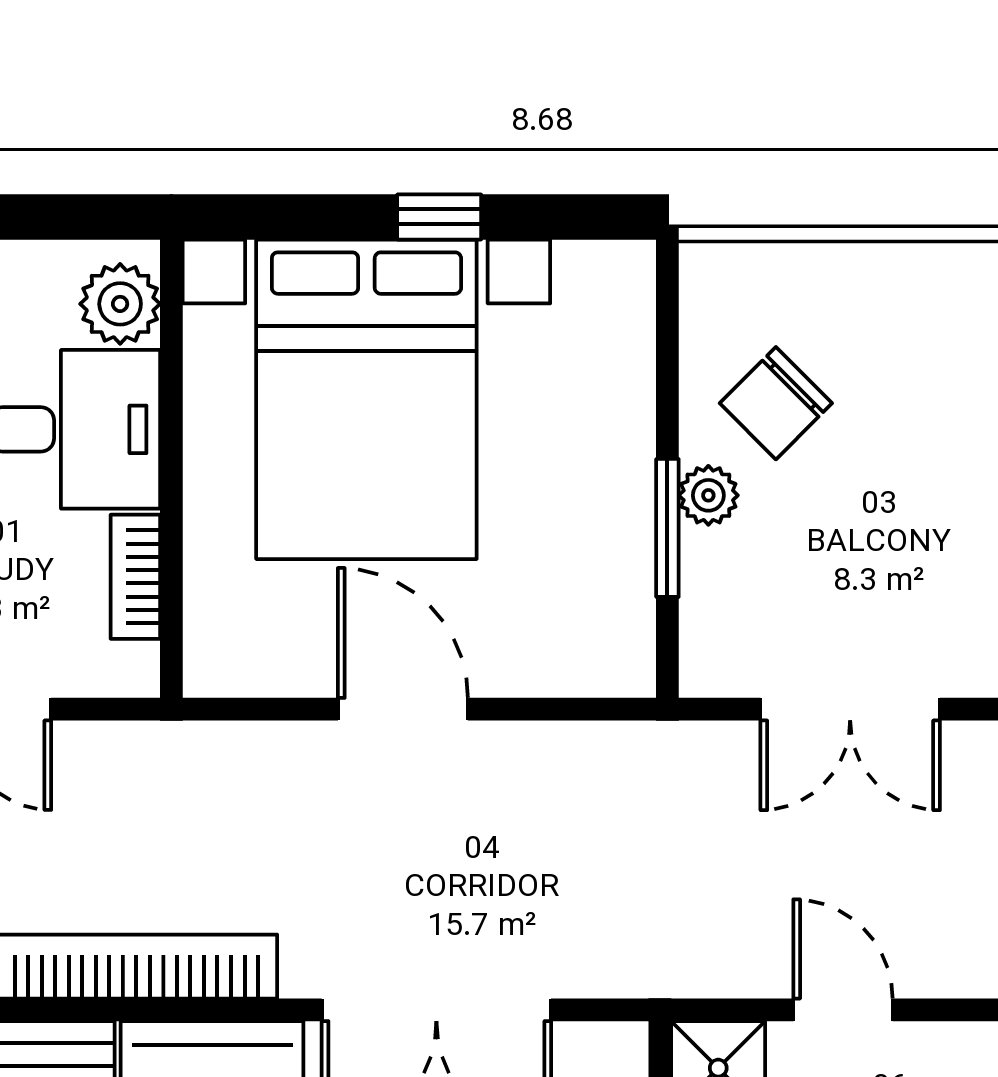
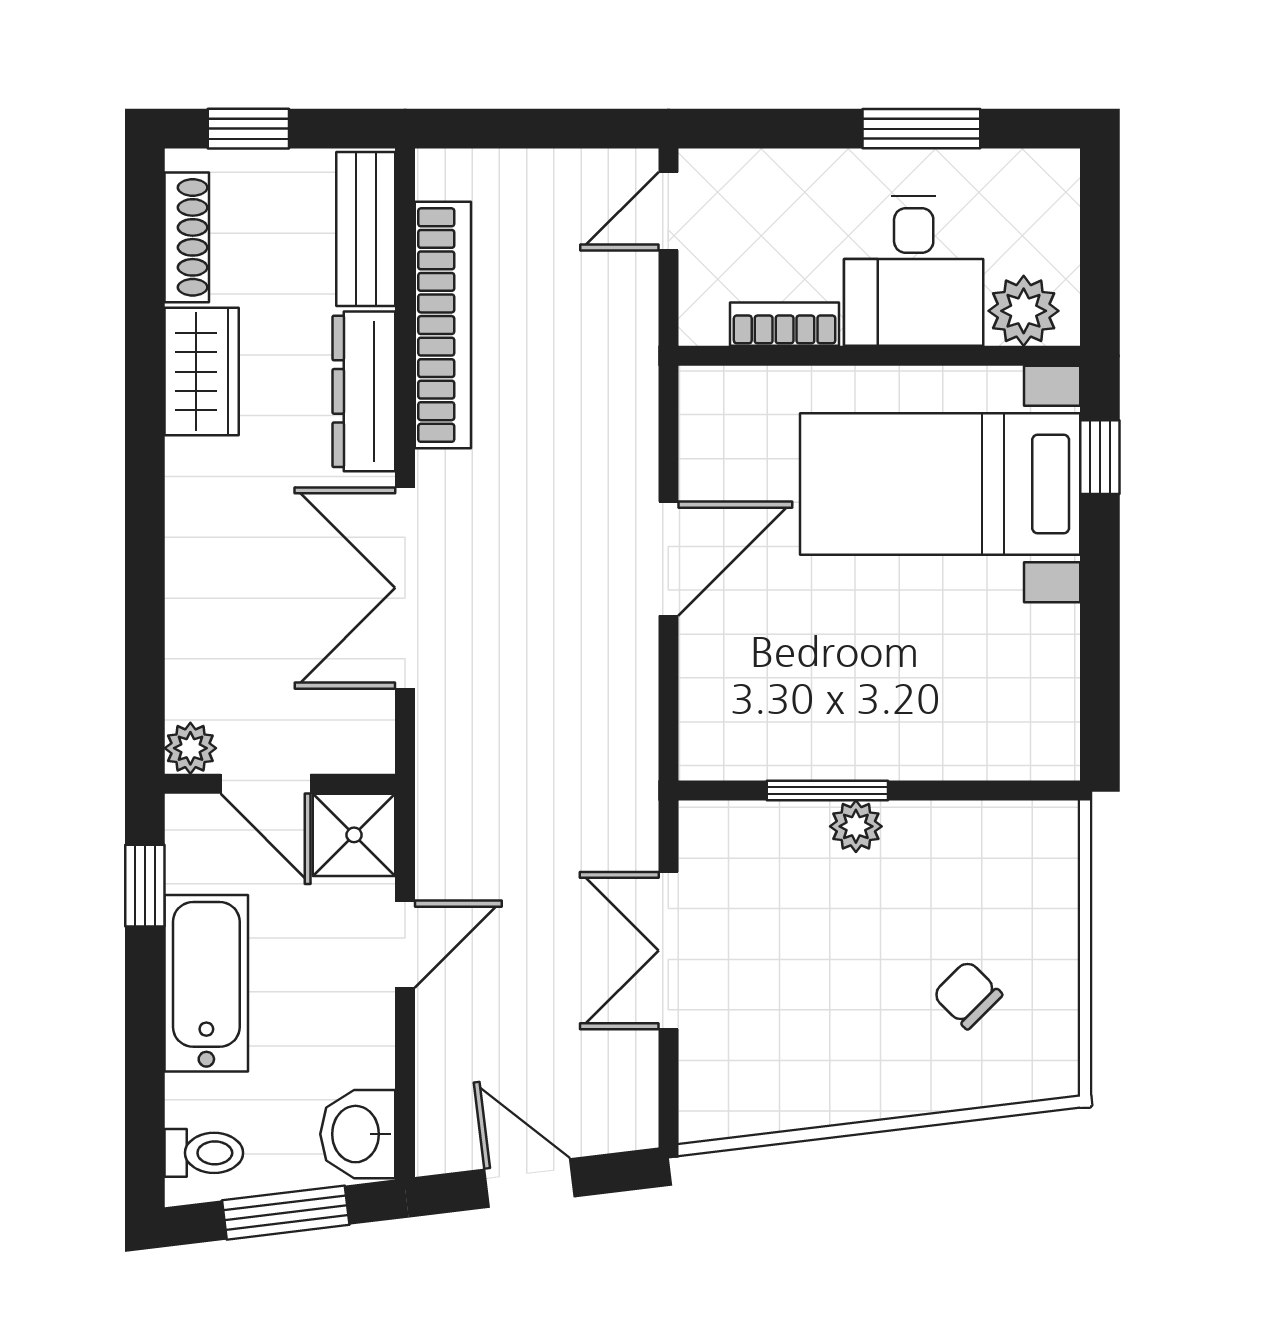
window: (439, 217) -> (1100, 457), moved
bed with nightstands: (366, 399) -> (940, 484), width x0.73
chair: (776, 403) -> (967, 995), moved, width x0.73, depth x0.73

